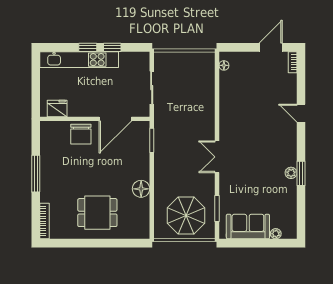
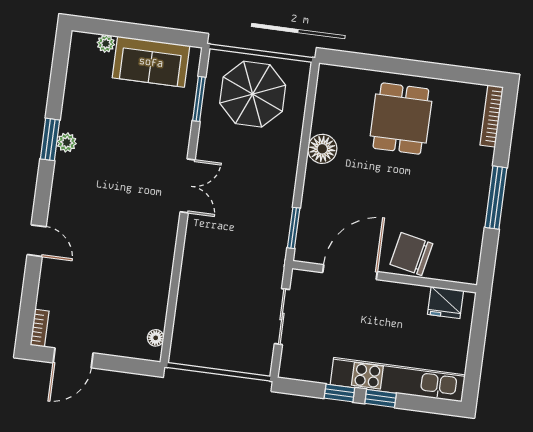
chair: (81, 134) -> (411, 254), turned -78
dining table: (97, 213) -> (401, 119), turned 90

